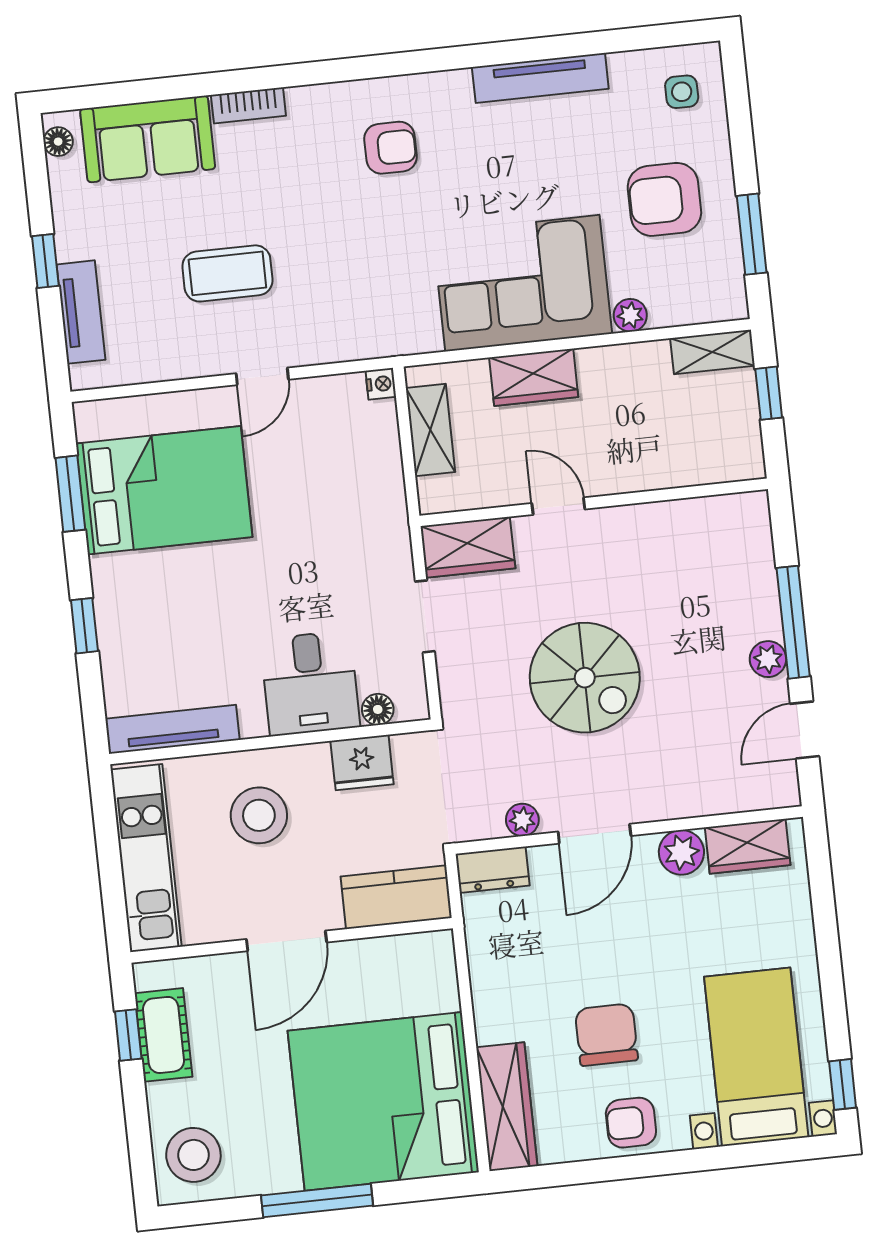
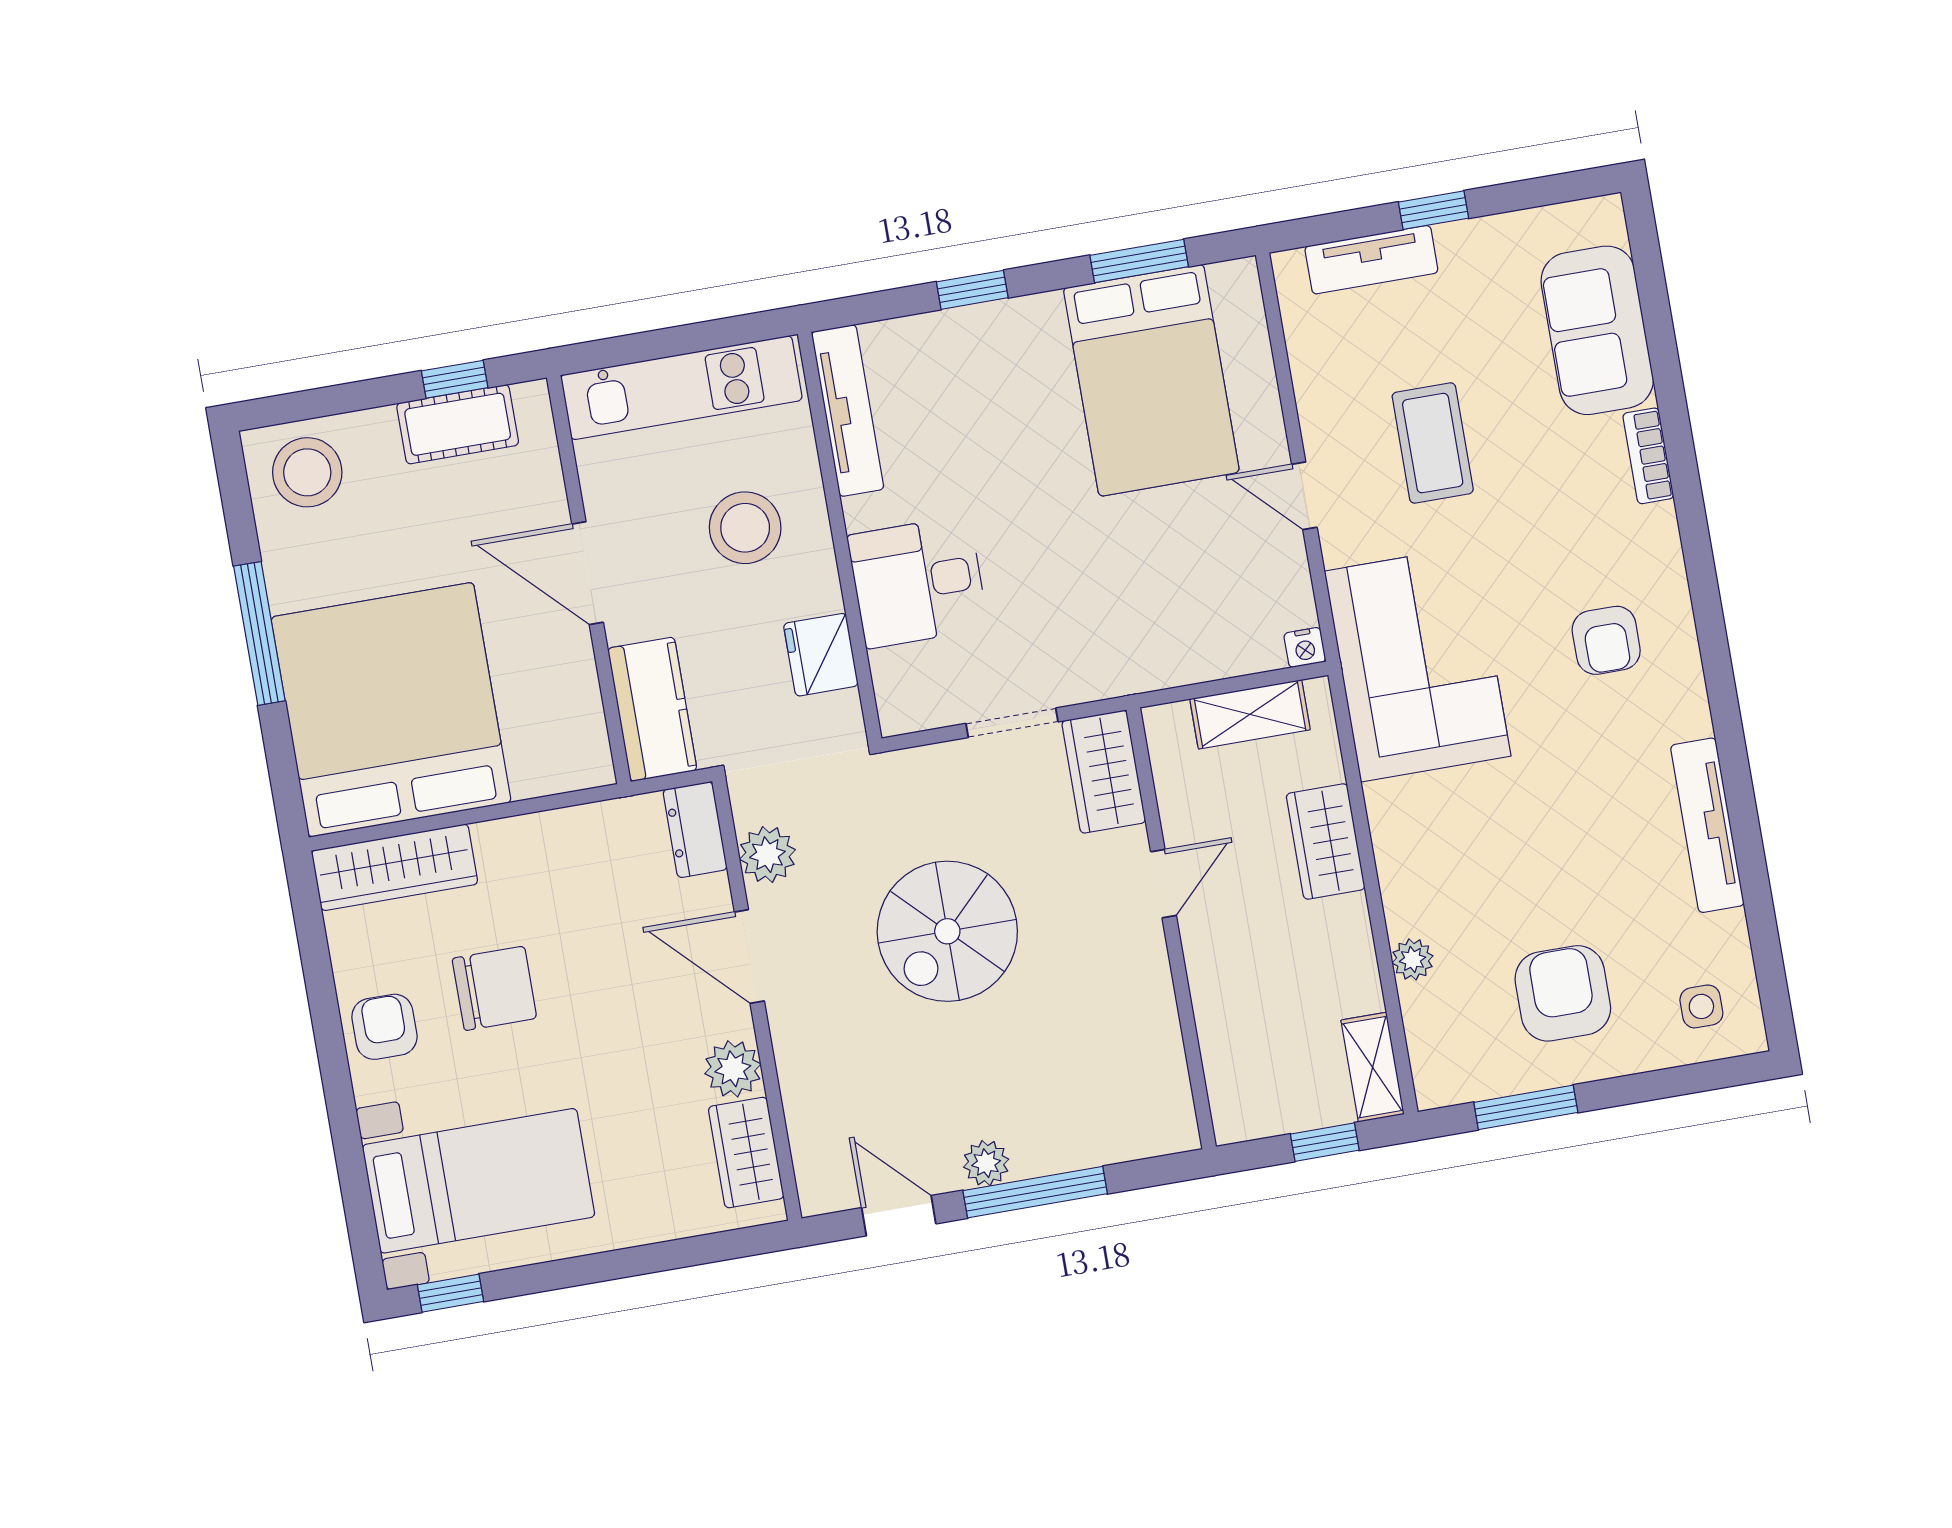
floor lamp: (58, 142) -> (1587, 217), removed
corner sofa: (522, 283) -> (1418, 664), moved
floor lamp: (378, 709) -> (890, 670), removed
plant: (522, 820) -> (767, 855), width x1.38, depth x1.38

